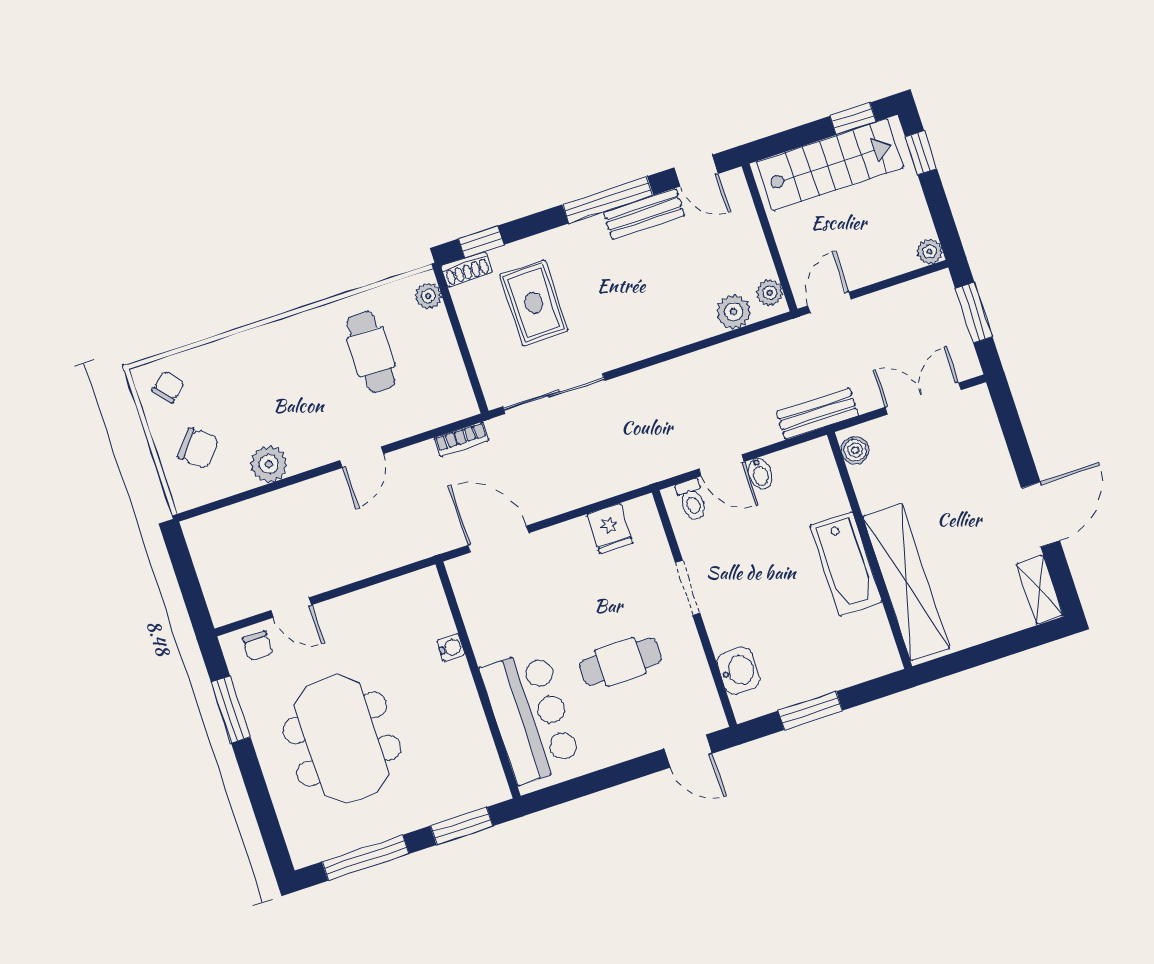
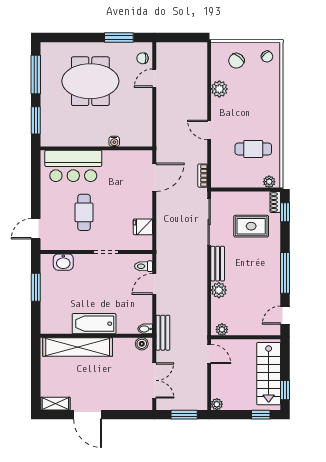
bench: (644, 214) -> (218, 264), moved
plant: (734, 312) -> (219, 290), moved
bidet: (760, 474) -> (145, 329), moved

